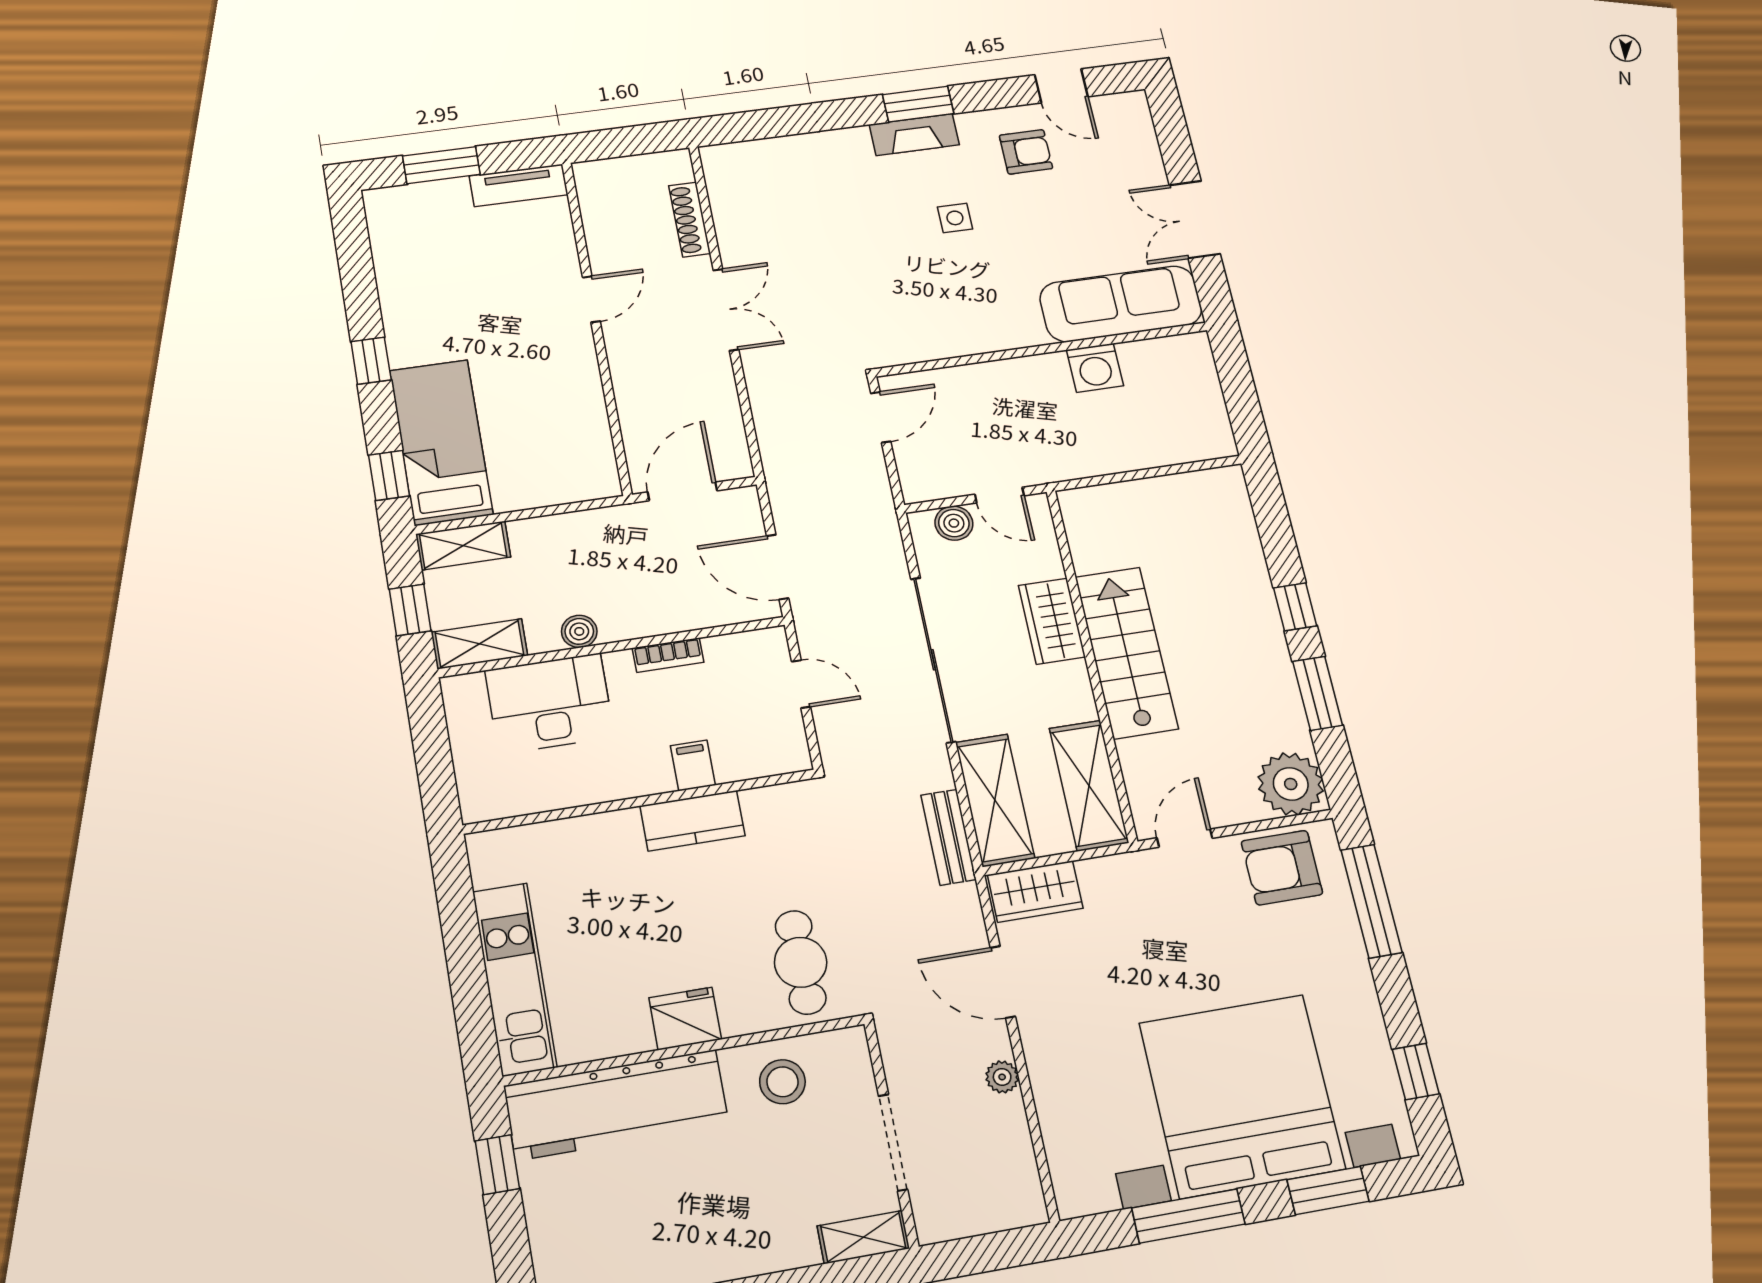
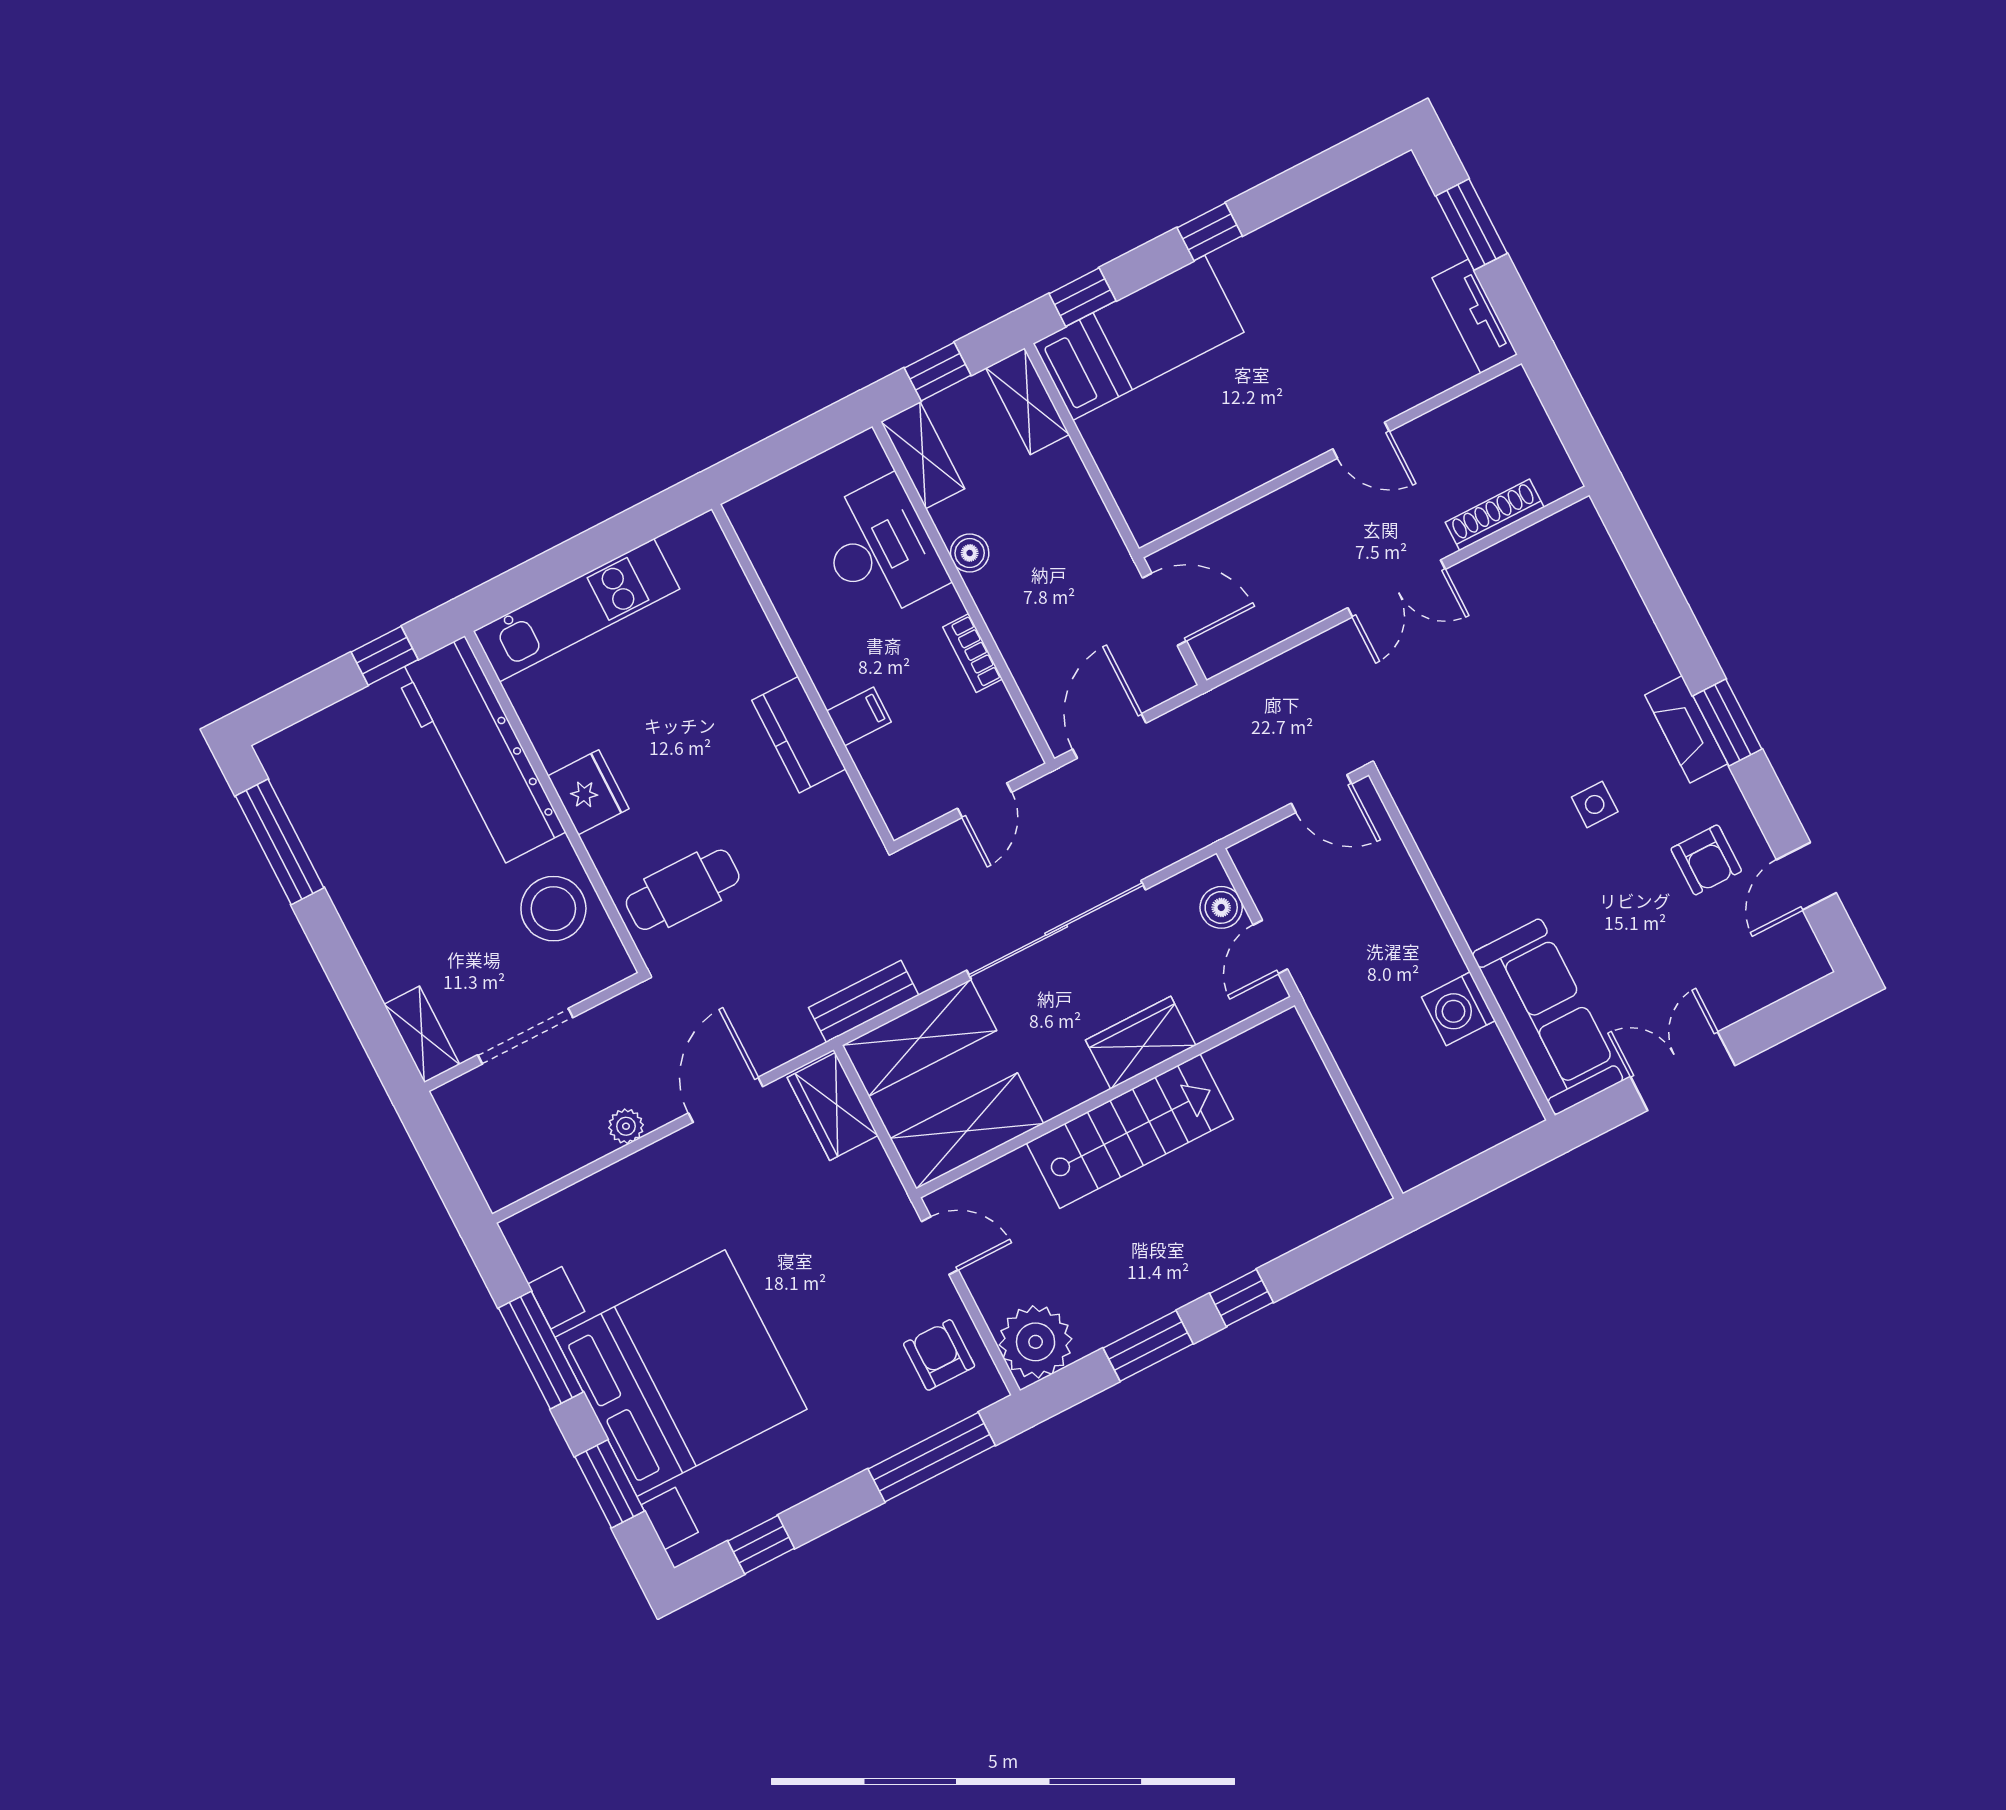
armchair: (1282, 868) -> (939, 1355), width x0.72, depth x0.72
stool: (782, 1082) -> (553, 909), width x1.38, depth x1.38

